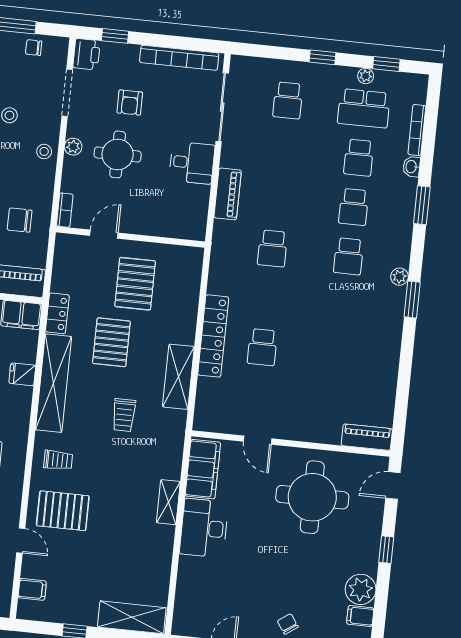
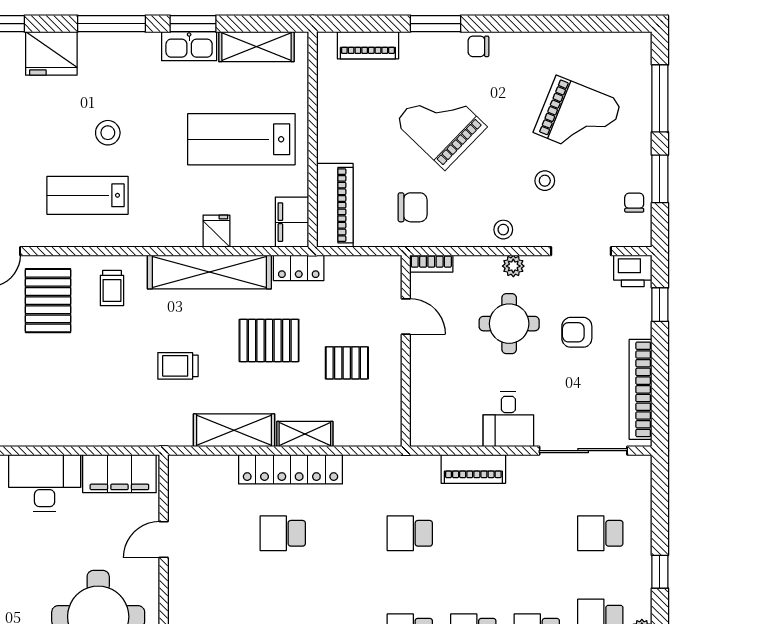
chair: (20, 220) -> (413, 207), turned 90
pallet: (135, 284) -> (347, 363), width x0.67, depth x0.71
shelving: (168, 502) -> (305, 434), moved

